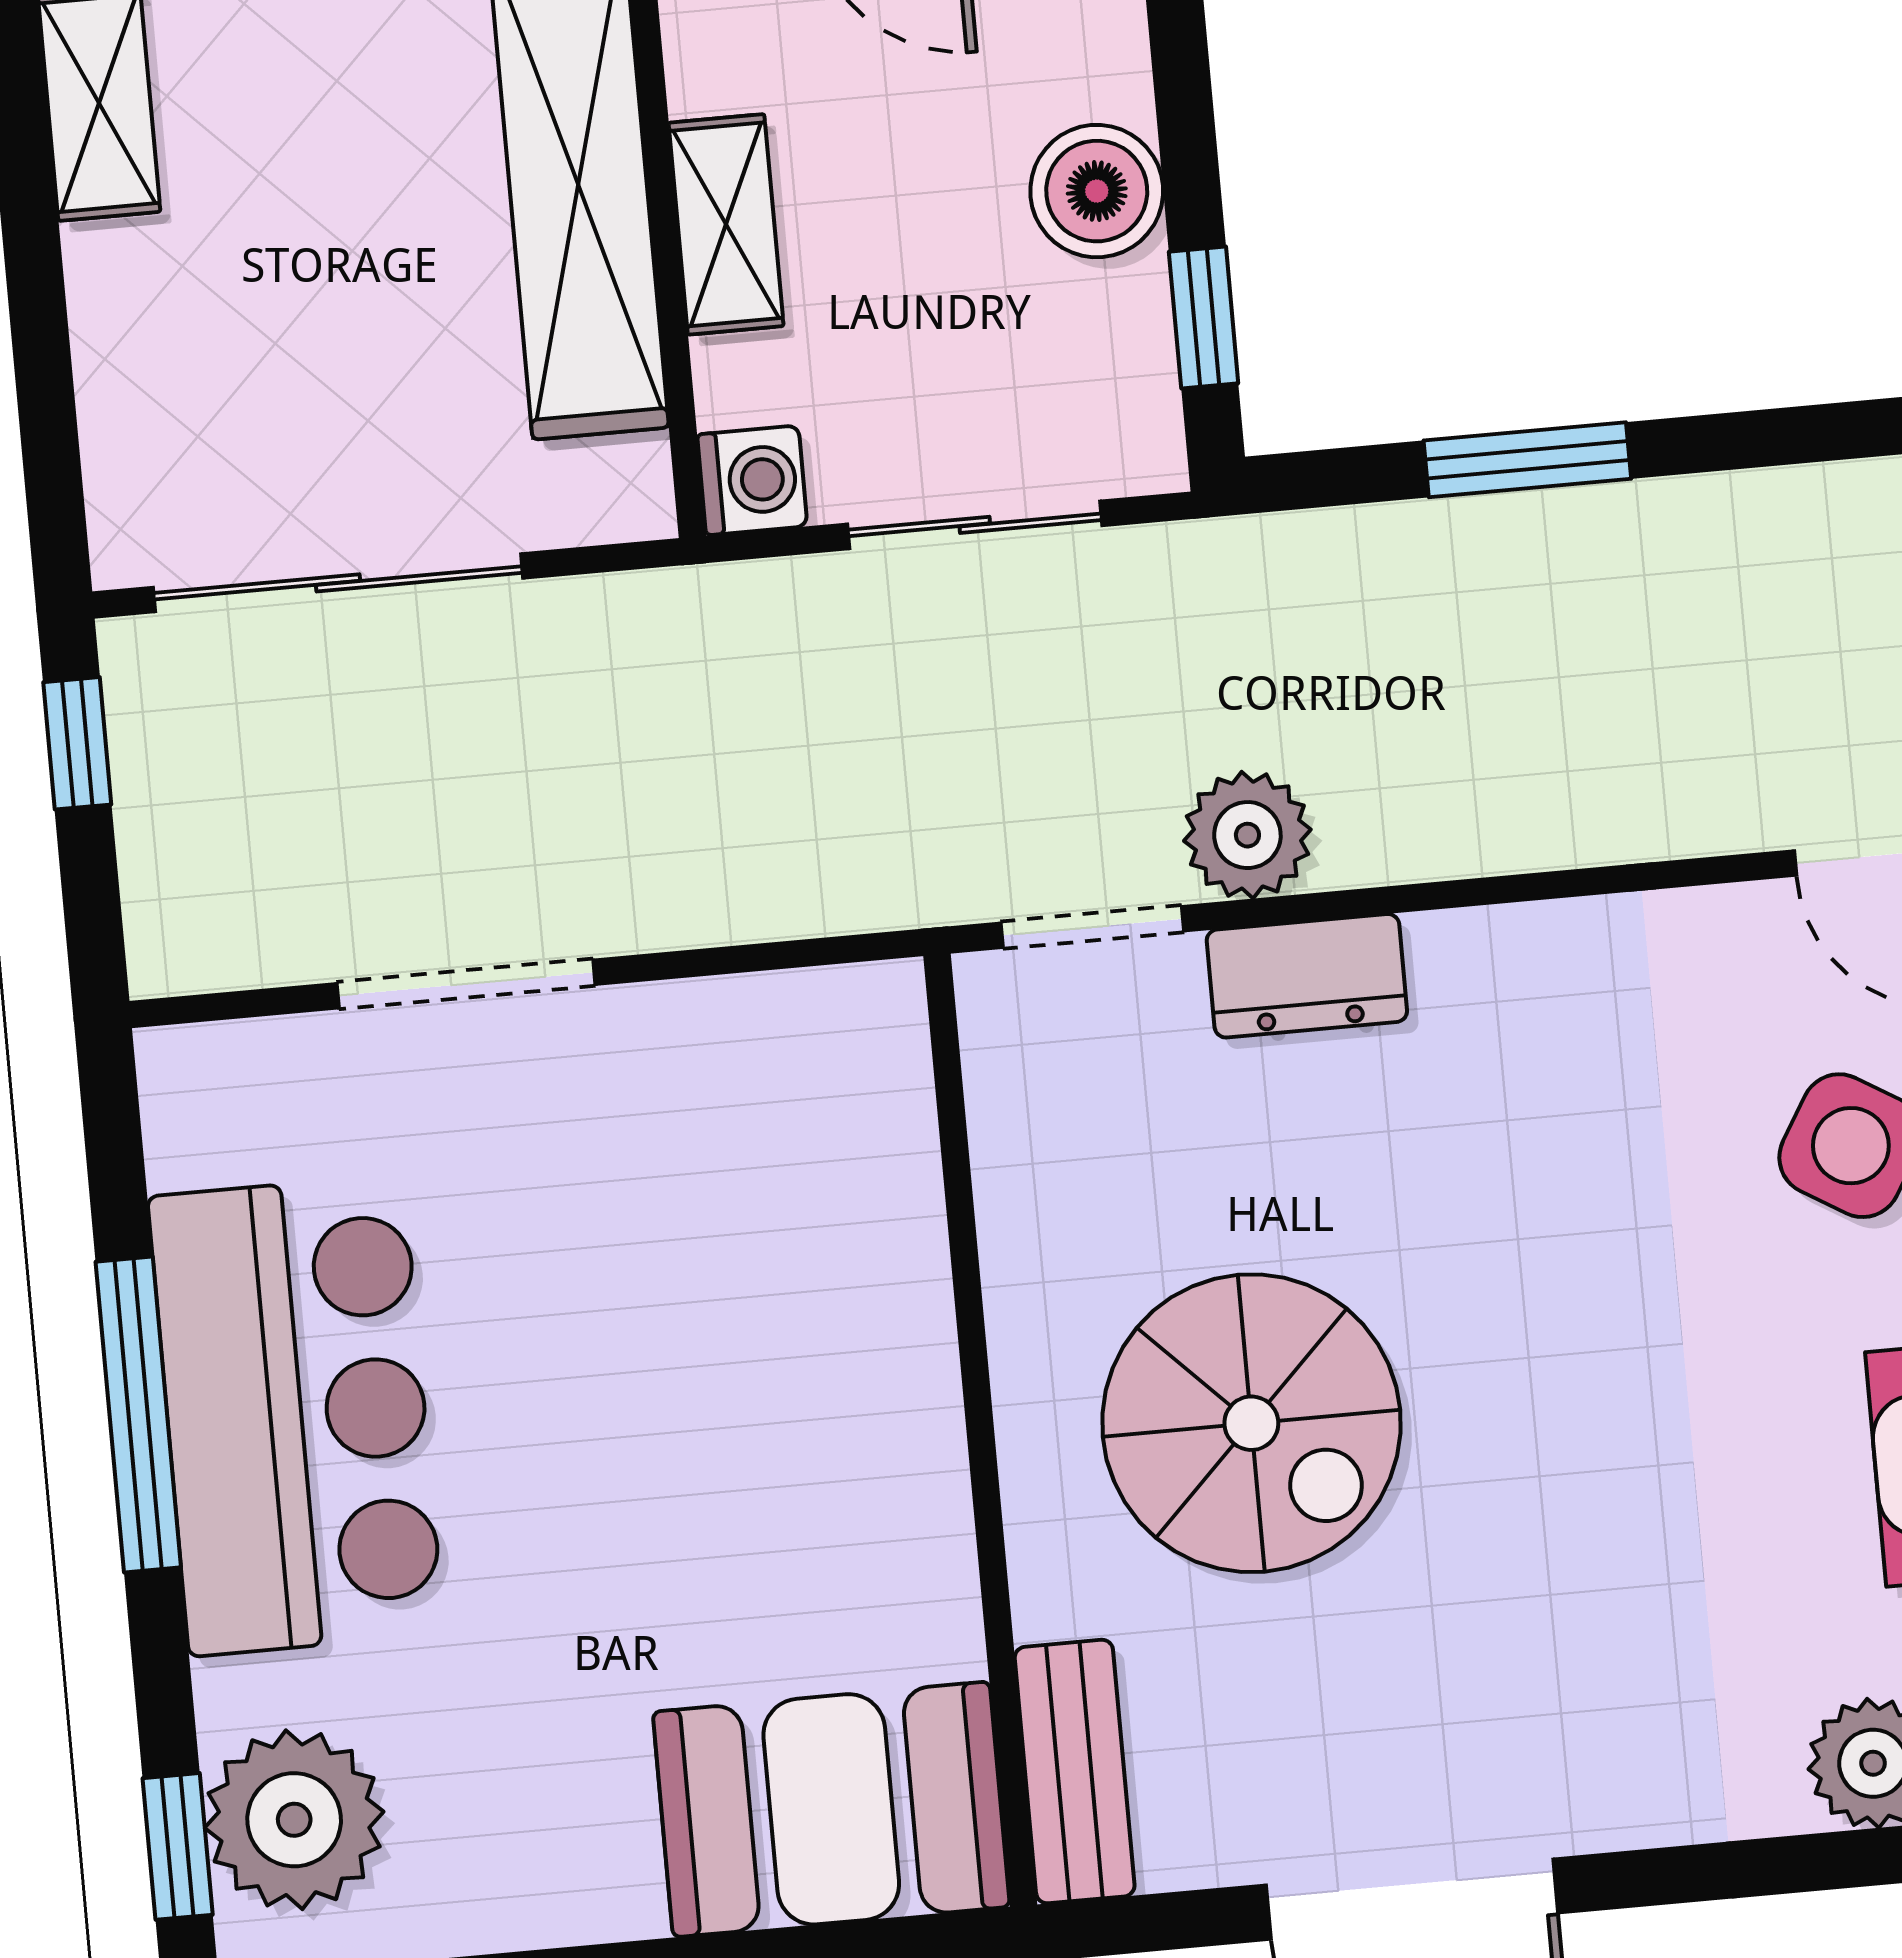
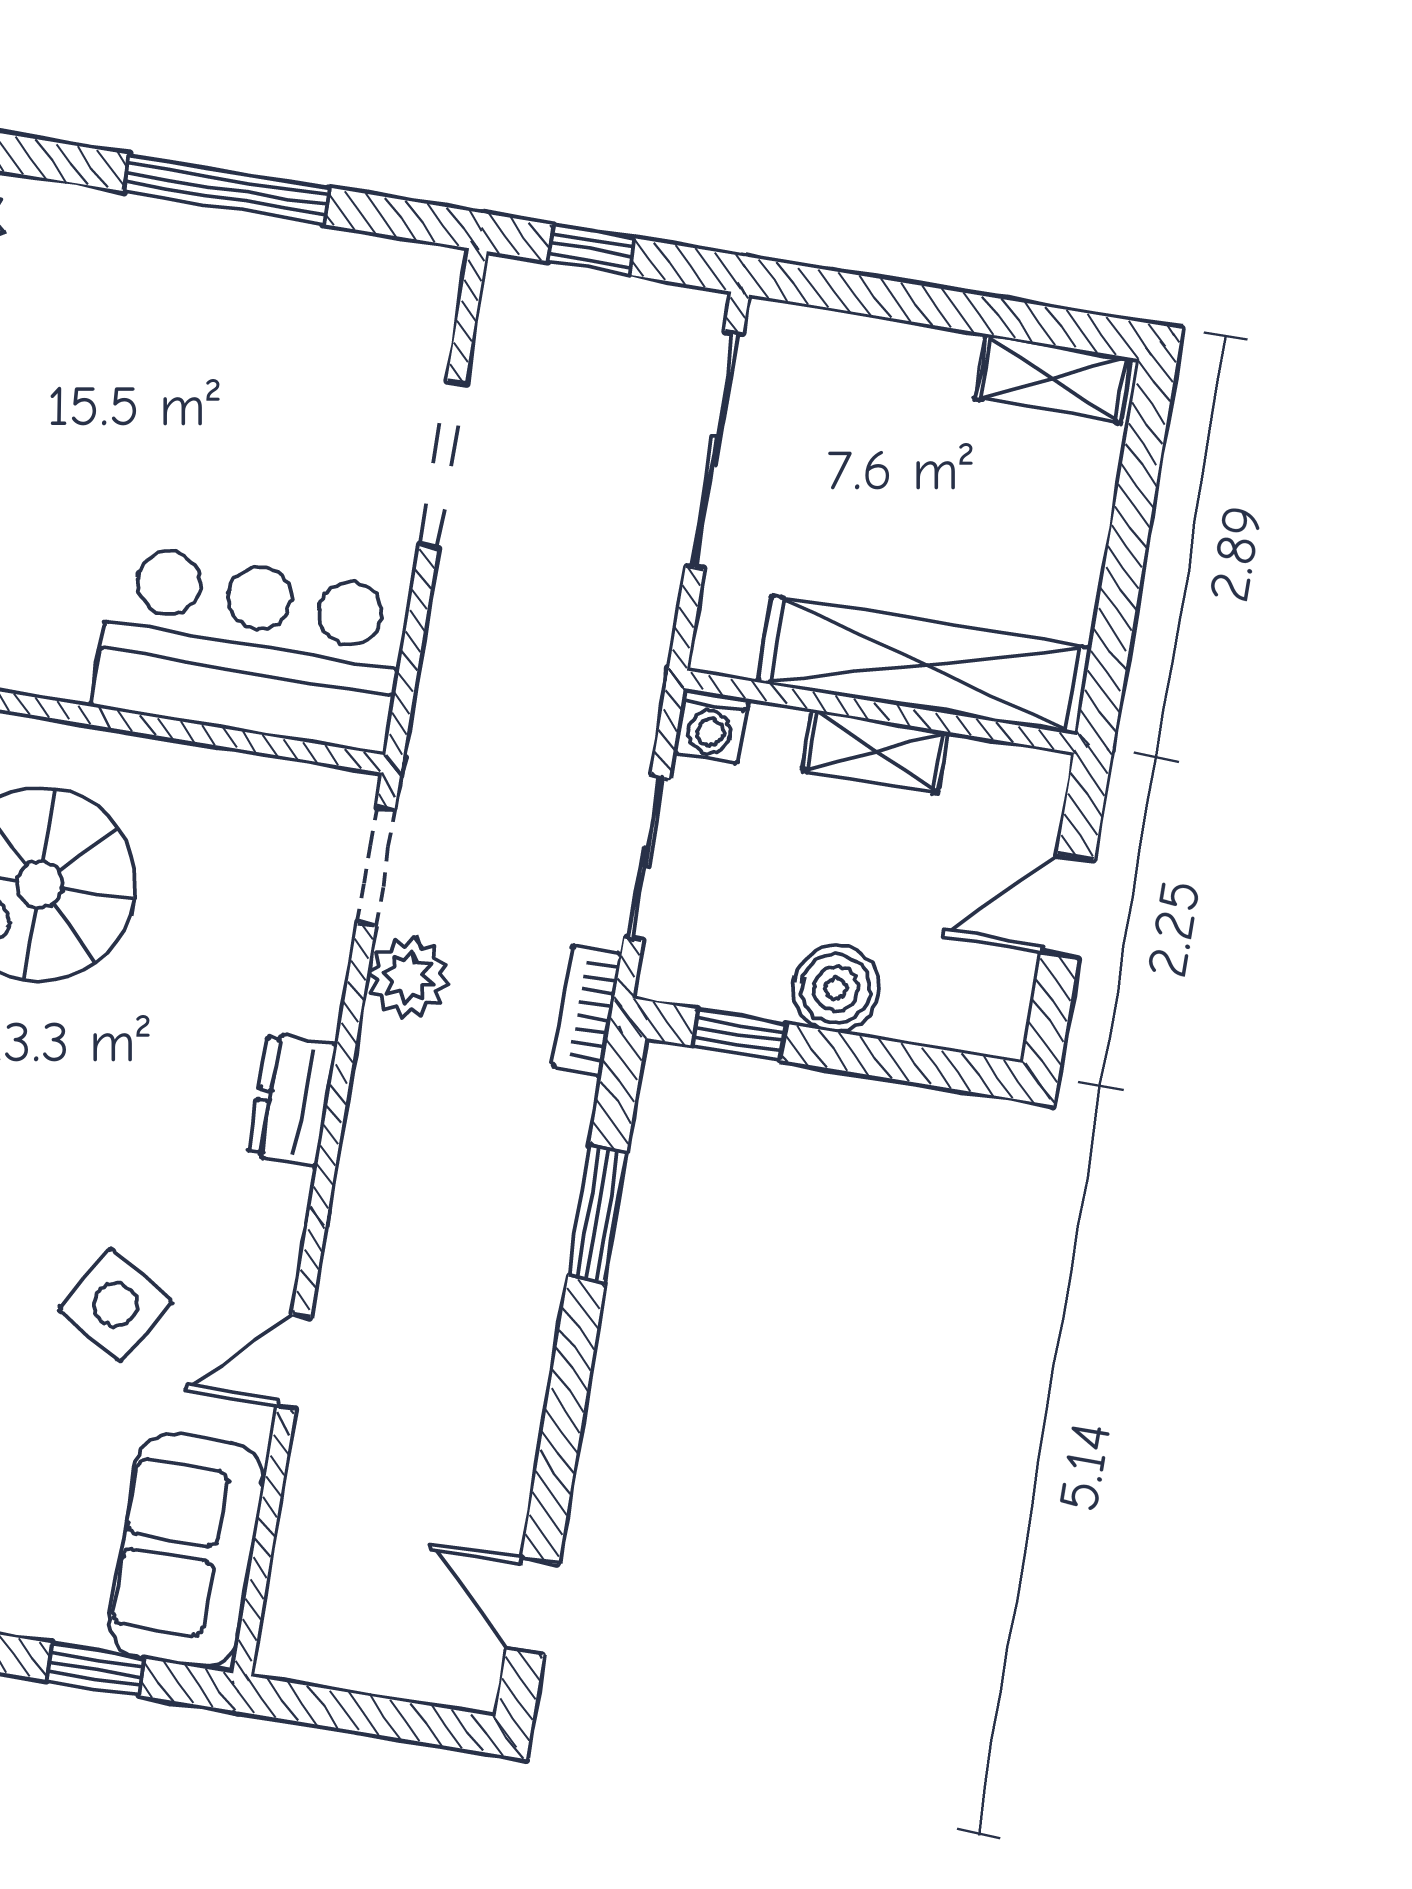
bookcase: (1226, 554) -> (587, 1010), added
window: (77, 743) -> (591, 250), moved
dresser: (1307, 976) -> (293, 1100), moved
bar counter: (296, 1415) -> (251, 649), moved, turned 180

